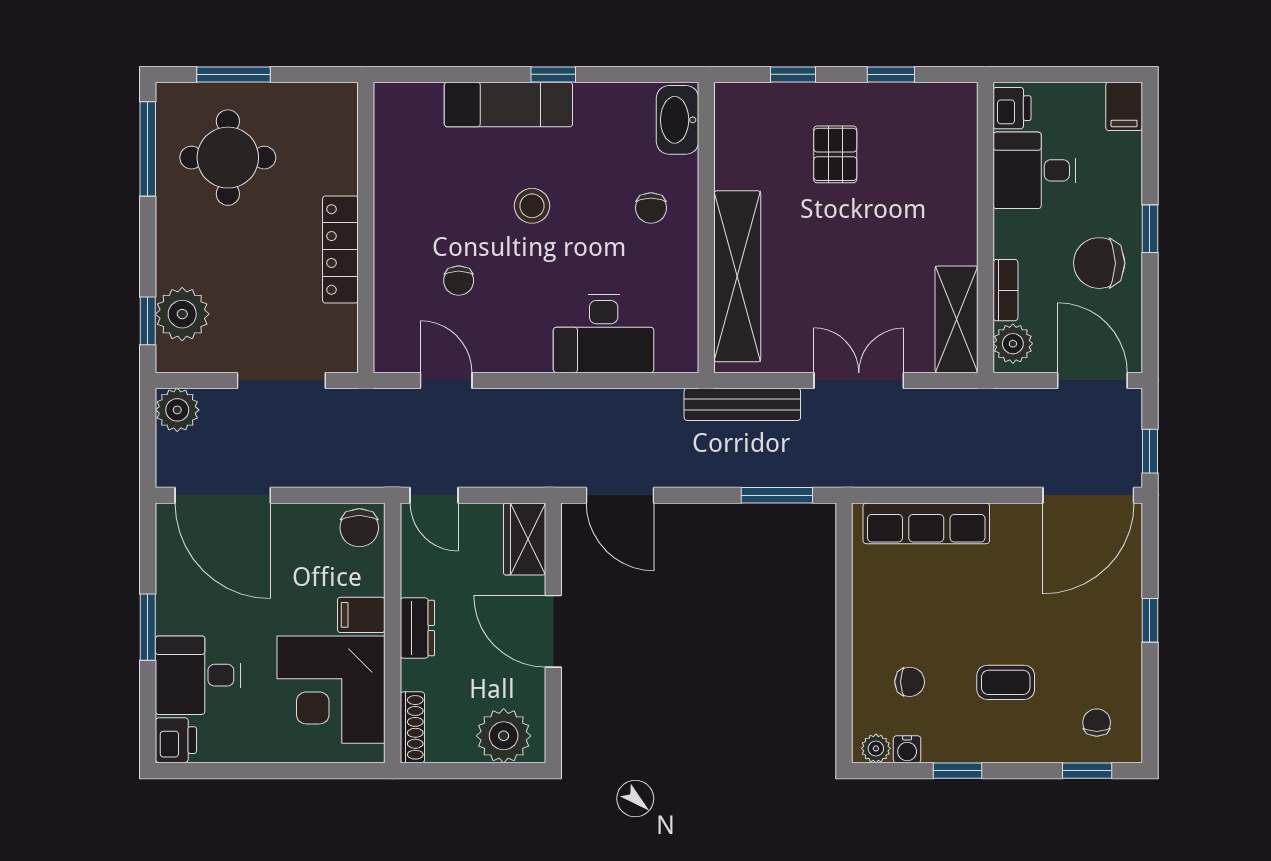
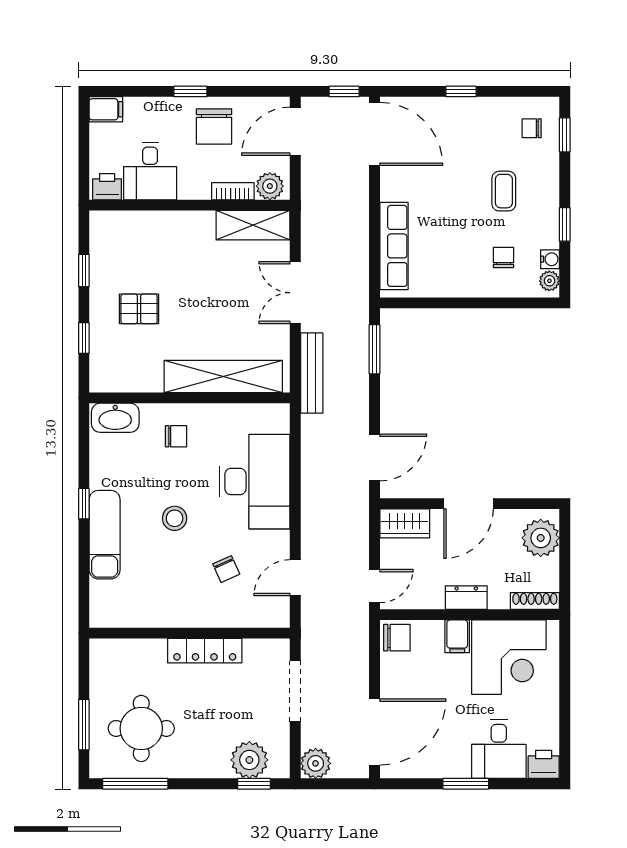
chair: (459, 281) -> (226, 569), turned 66
desk: (604, 333) -> (255, 482), width x1.36, depth x1.30

